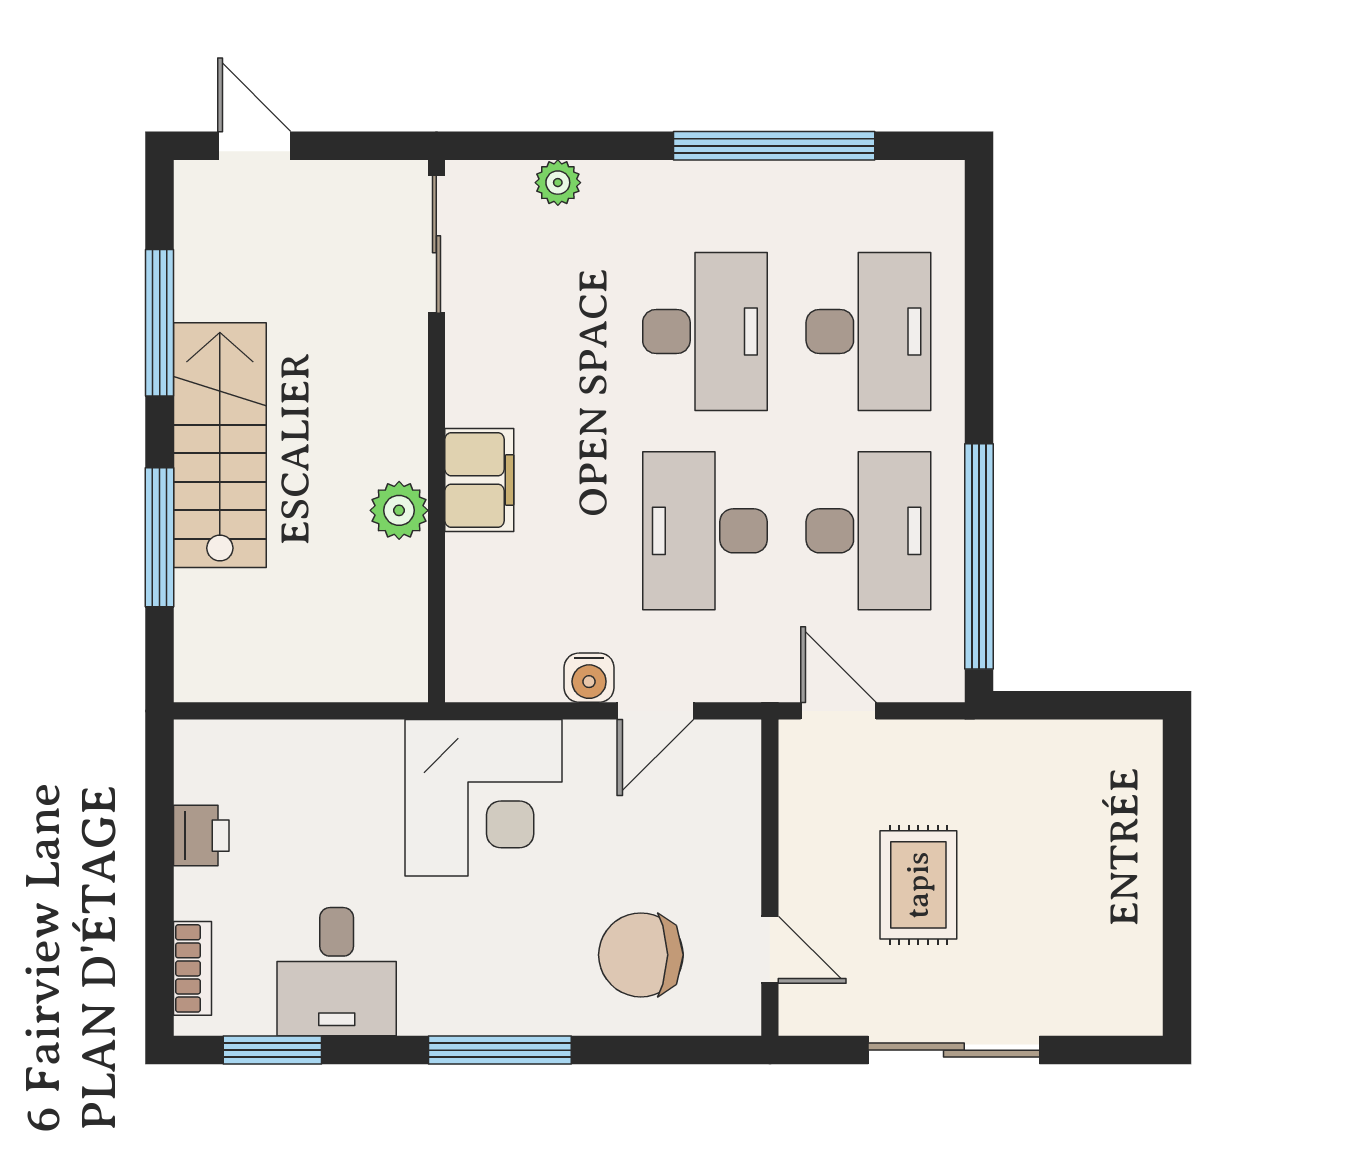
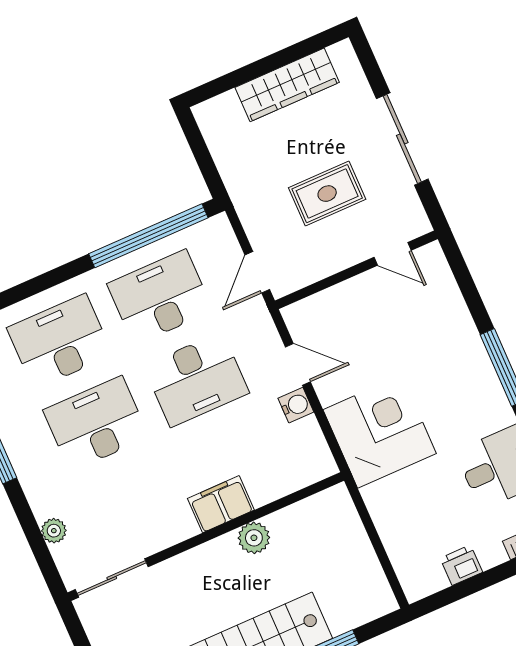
wardrobe: (1128, 898) -> (287, 85), added
door: (770, 950) -> (393, 254), swing flipped
chair: (641, 955) -> (424, 318), removed

